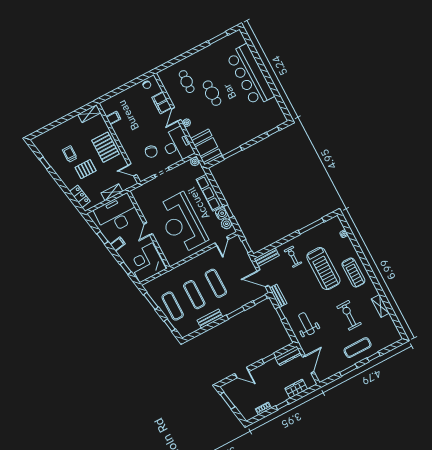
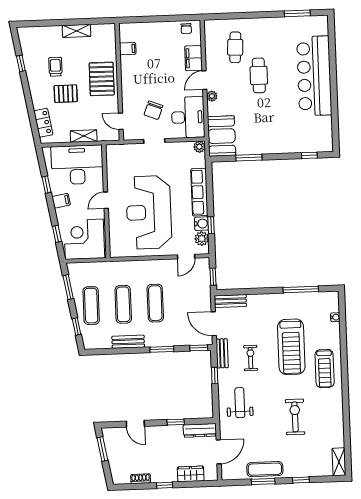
shelving: (89, 114) -> (77, 31), moved
exercise bike: (293, 257) -> (251, 358), moved
shelving: (380, 306) -> (339, 462), moved
exercise mat: (358, 348) -> (265, 469), moved

